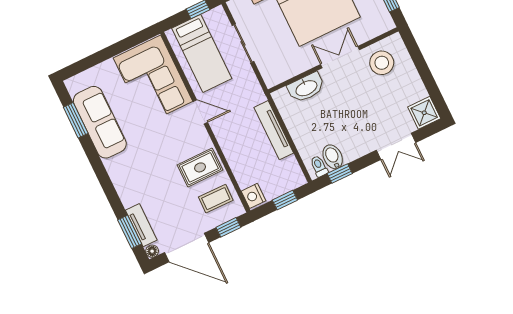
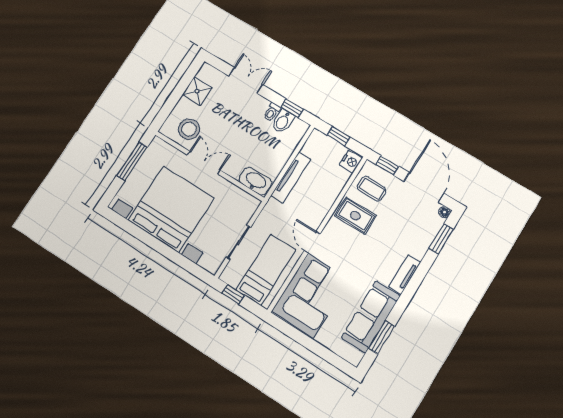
double door: (340, 57) -> (204, 163), swing flipped
washbasin: (306, 88) -> (255, 181), moved
shower: (424, 113) -> (197, 91), moved
toilet: (319, 166) -> (272, 112), moved
tv unit: (141, 225) -> (405, 275), moved

